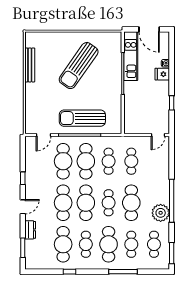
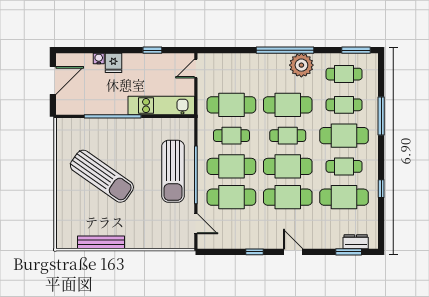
kitchen unit: (131, 56) -> (161, 106), moved
door: (158, 135) -> (196, 69), swing flipped
cafe table: (131, 161) -> (231, 105), width x1.37, depth x1.35
dresser: (30, 230) -> (356, 242), moved

